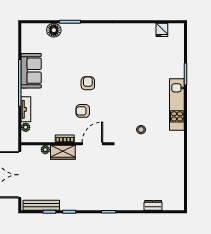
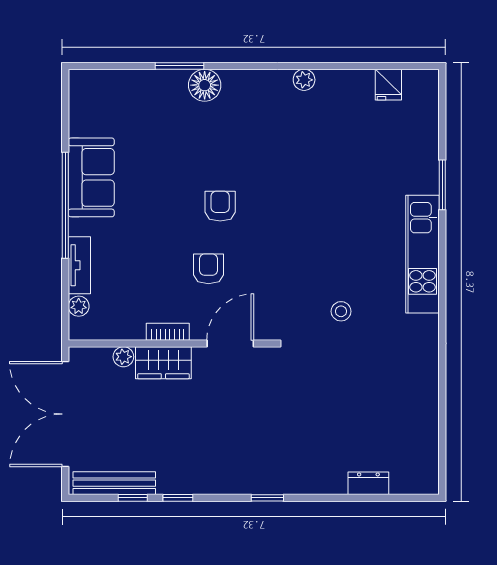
plant: (125, 28) -> (304, 80), added
floor lamp: (54, 30) -> (205, 85), moved
armchair: (83, 111) -> (208, 269), turned 90

